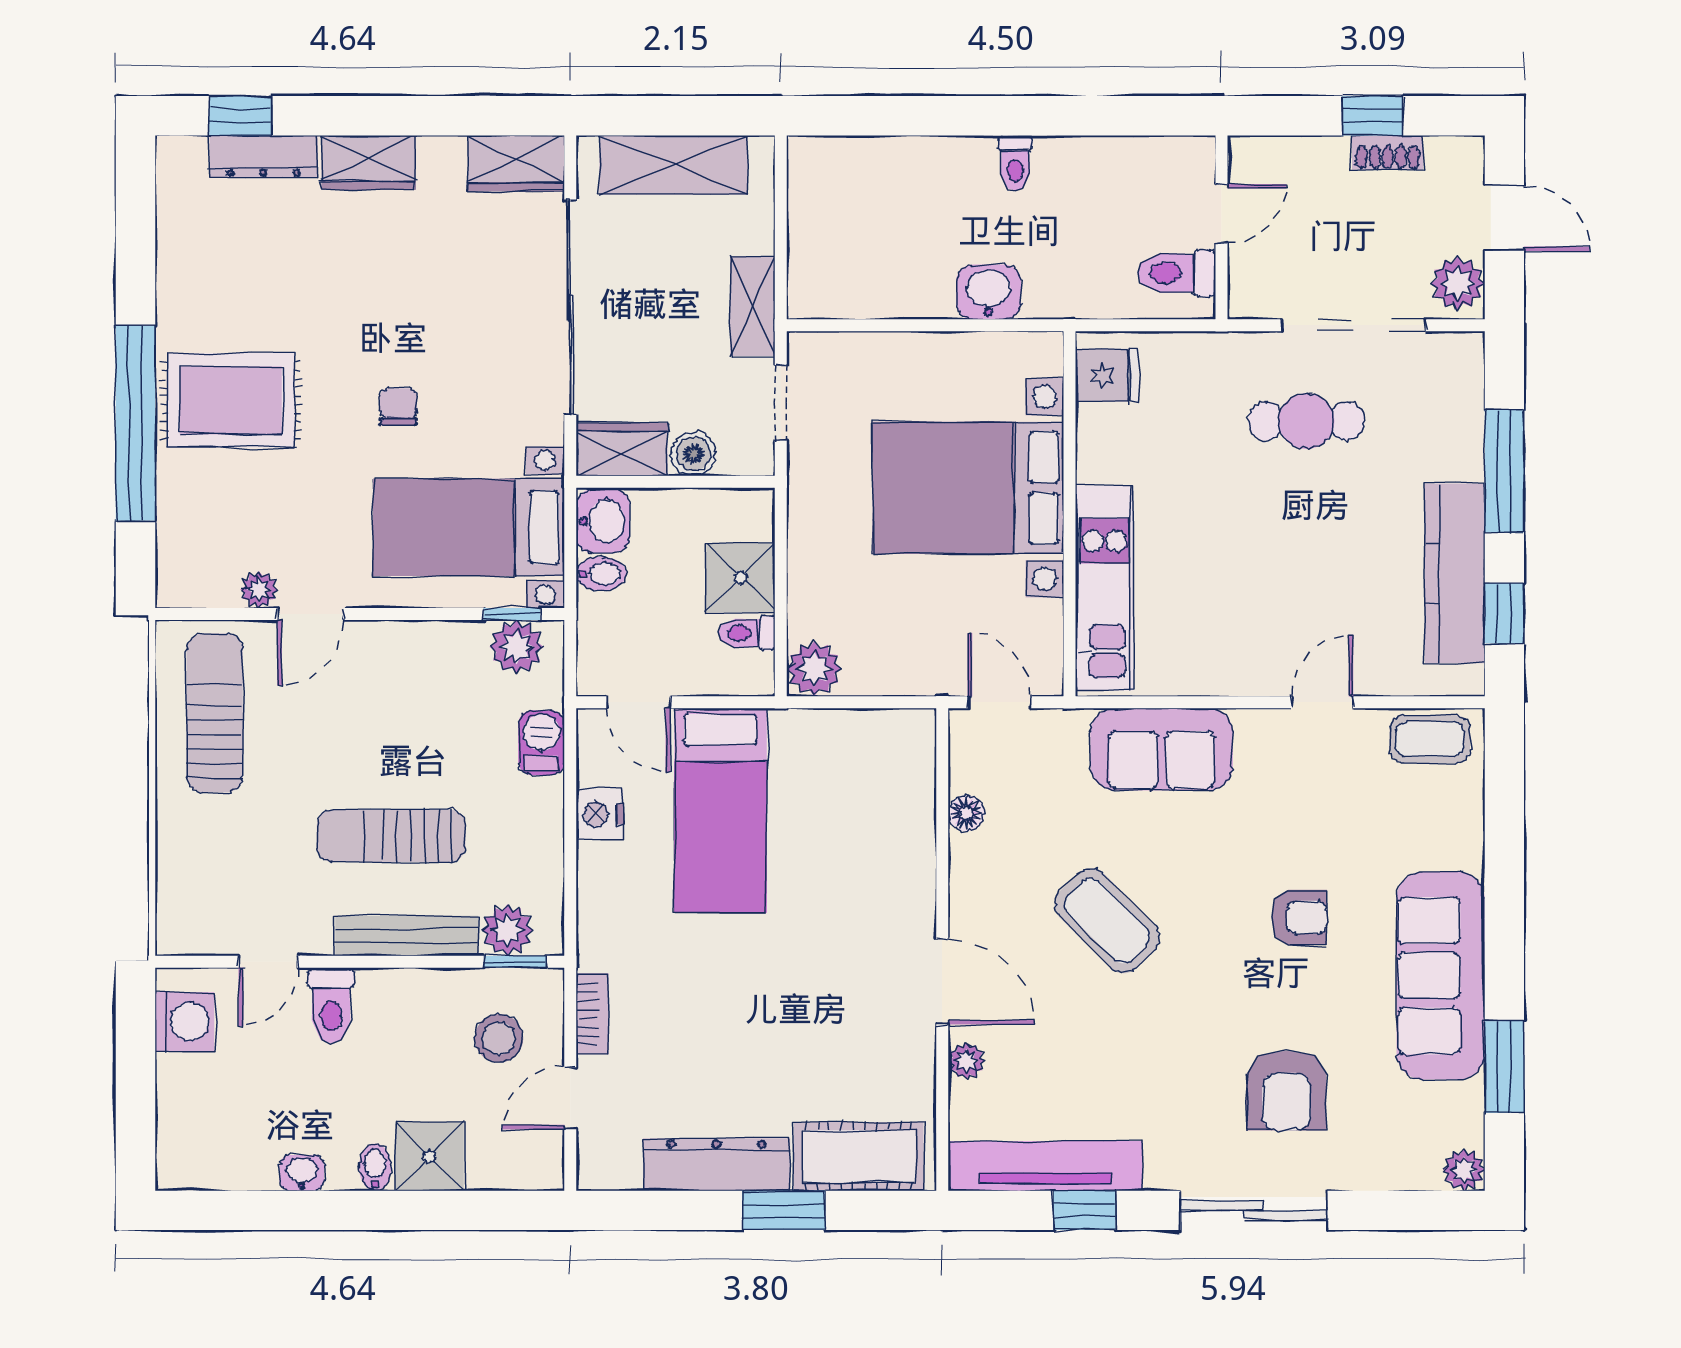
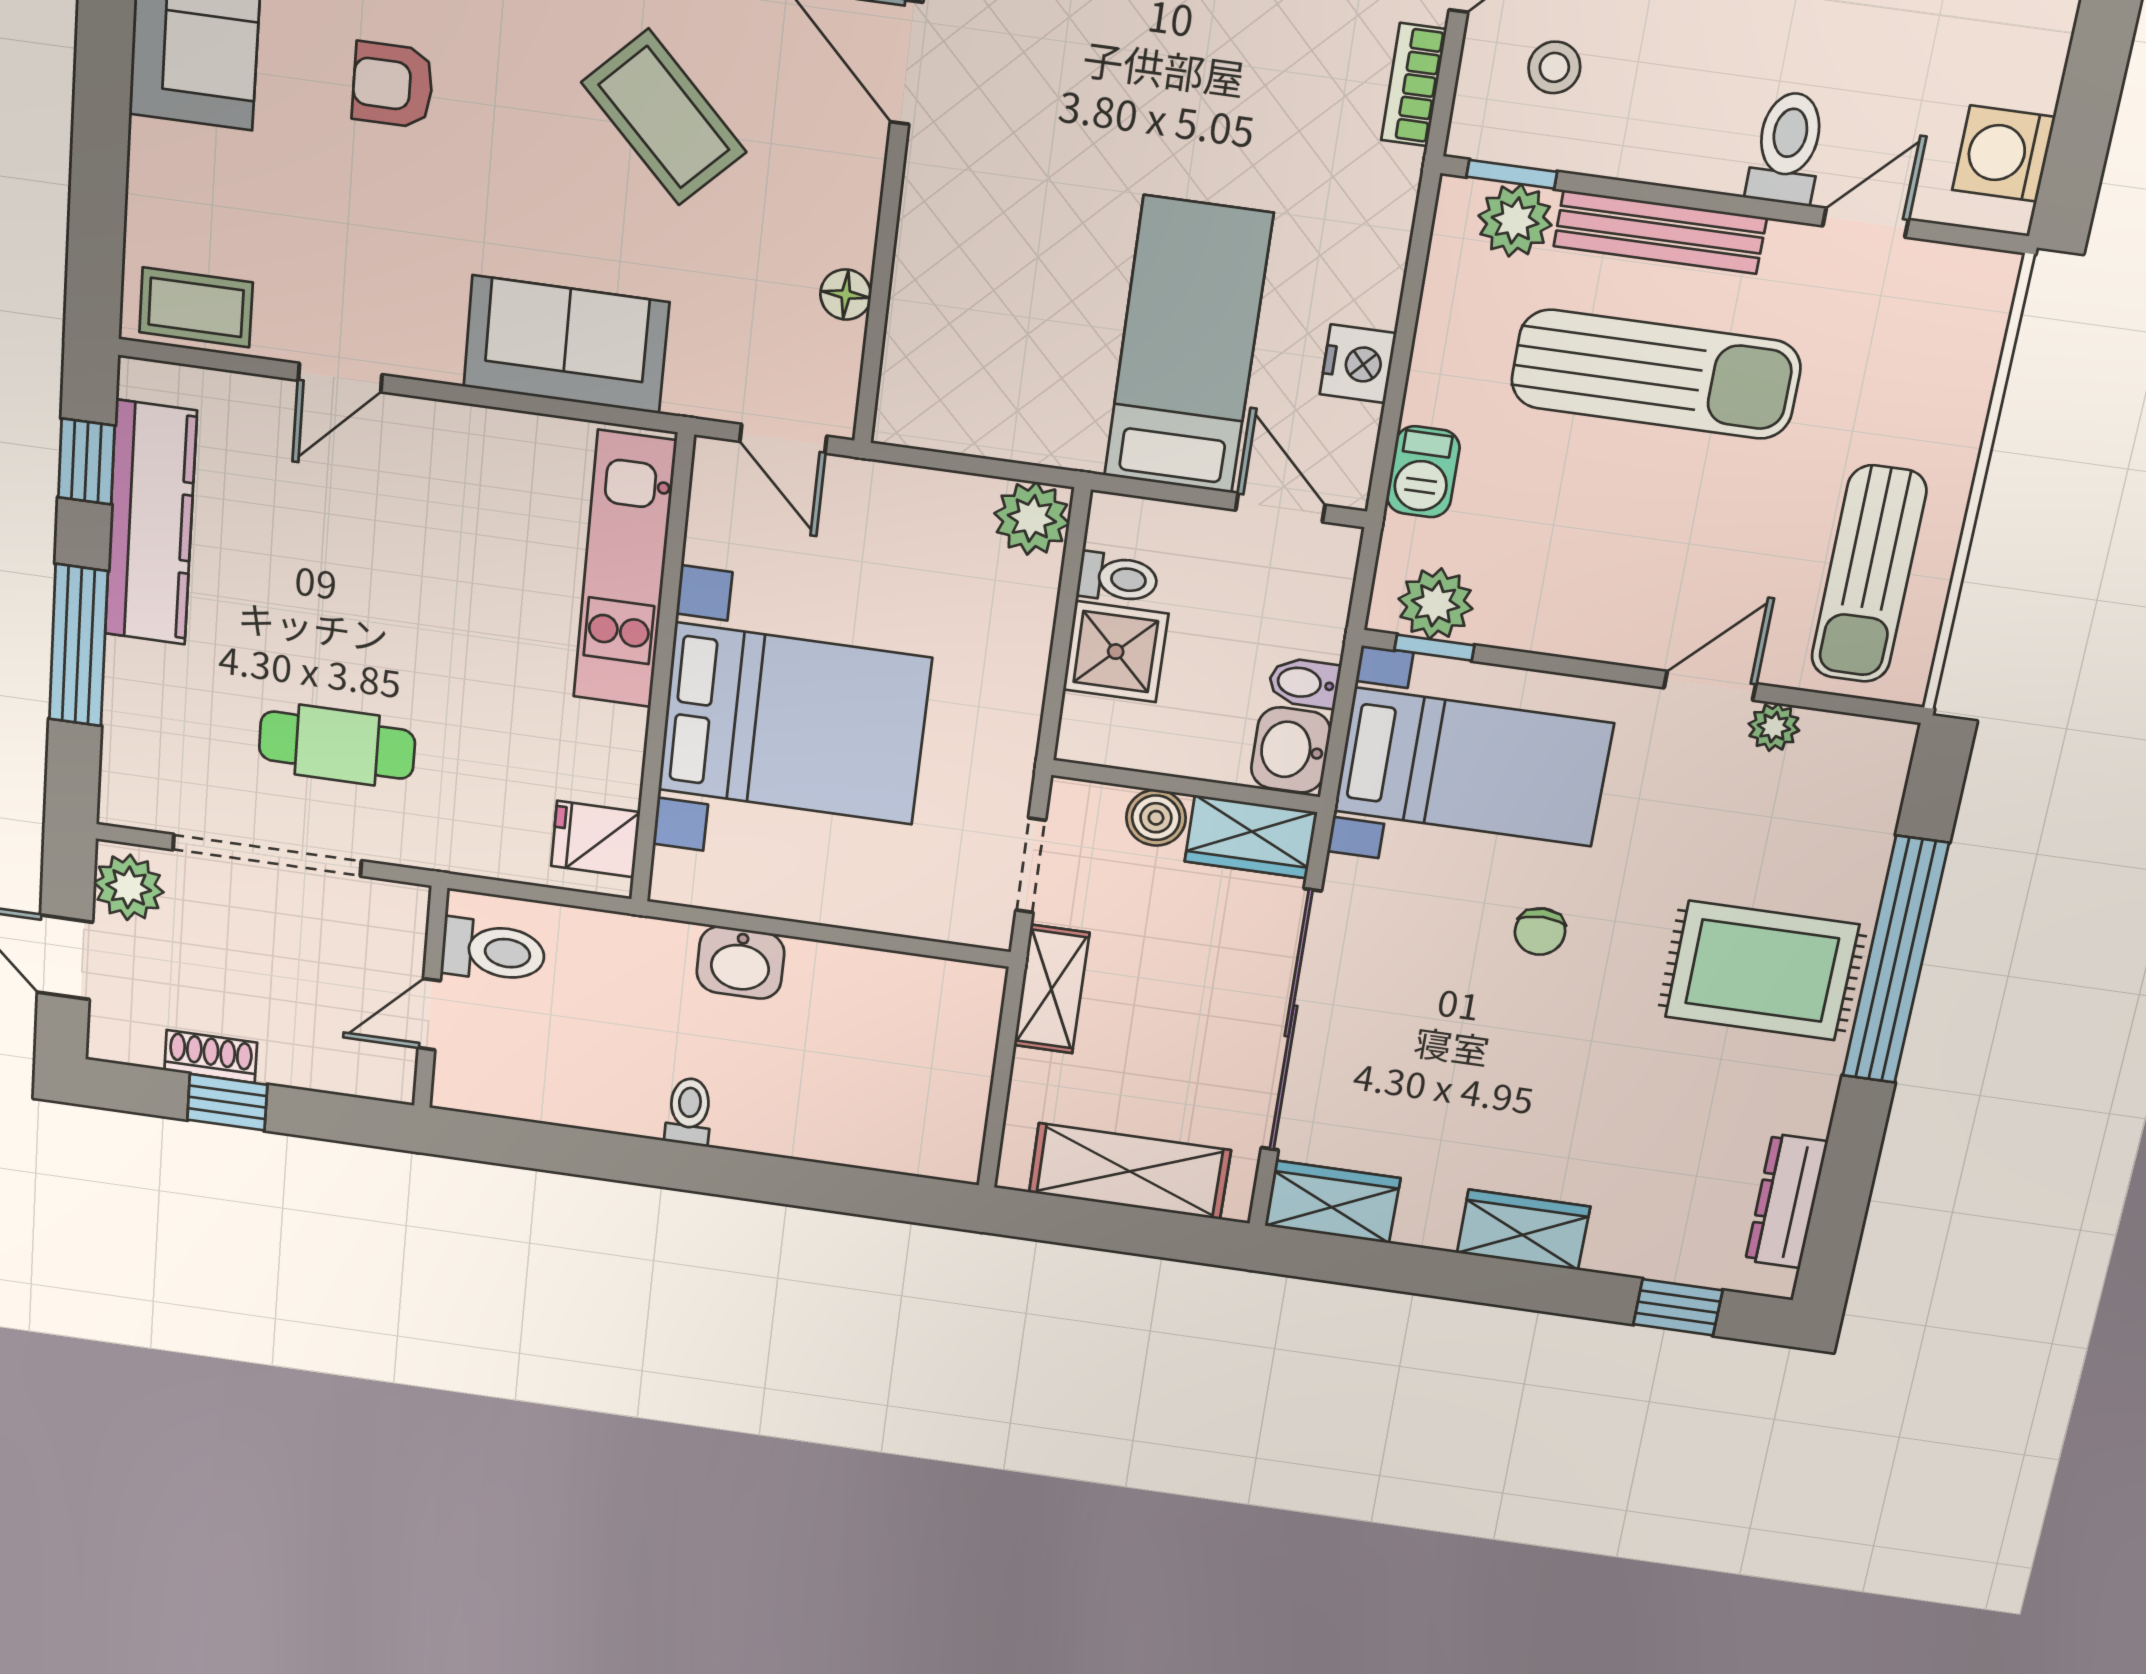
dresser: (264, 156) -> (1786, 1201), moved, turned -90
sun lounger: (391, 836) -> (1656, 374), width x1.36, depth x1.34
stool: (499, 1038) -> (1554, 67), width x0.73, depth x0.73

